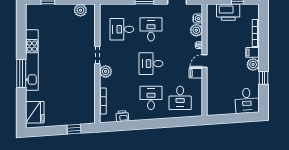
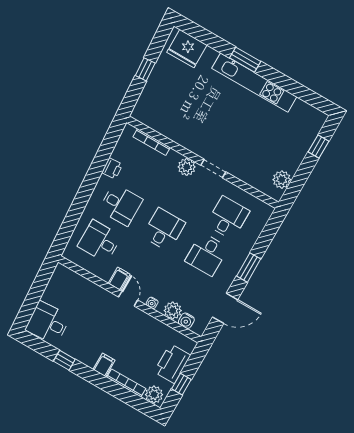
desk: (151, 29) -> (207, 254), turned 90
plant: (253, 64) -> (154, 395), moved
window: (21, 73) -> (245, 60), width x0.69
printer: (122, 116) -> (112, 168), moved
window: (74, 129) -> (145, 69), moved

